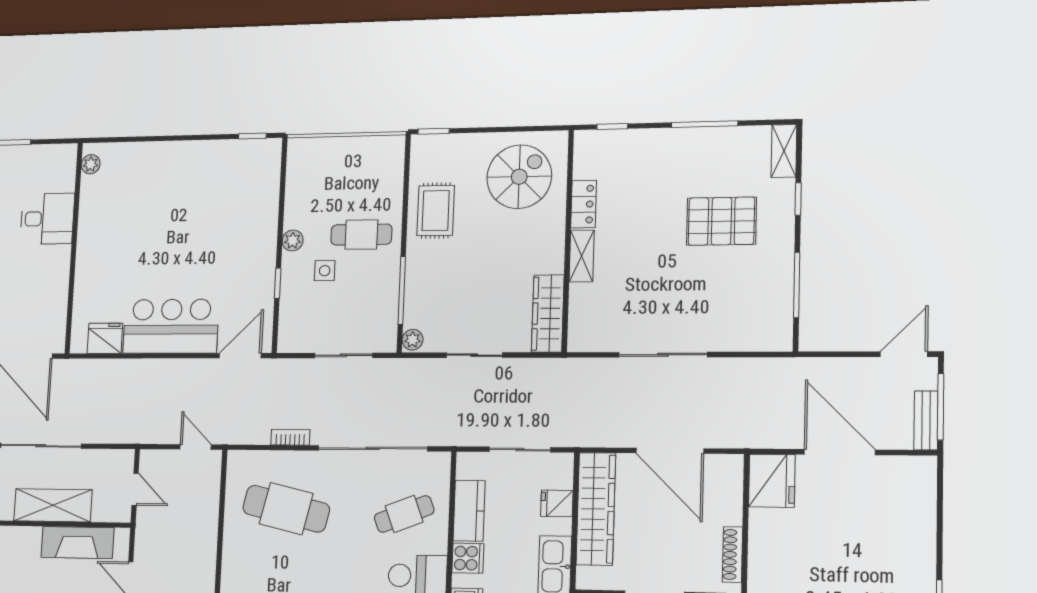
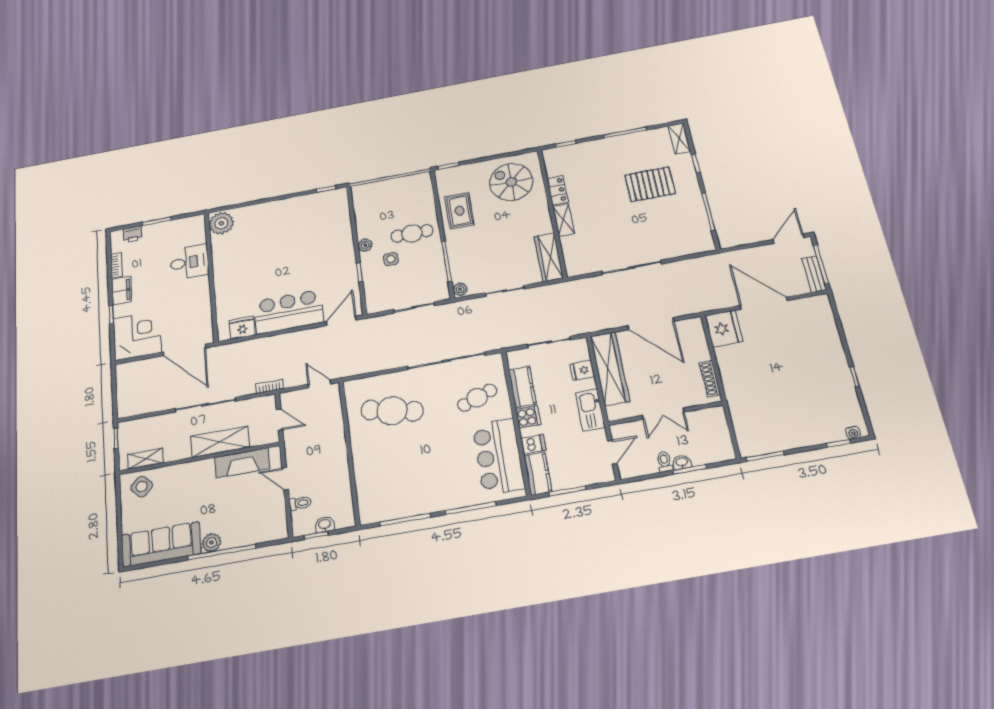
plant: (91, 164) -> (221, 223), width x1.87, depth x1.87
spiral stairs: (519, 177) -> (511, 182), turned -90
bookcase: (290, 437) -> (270, 386), moved

